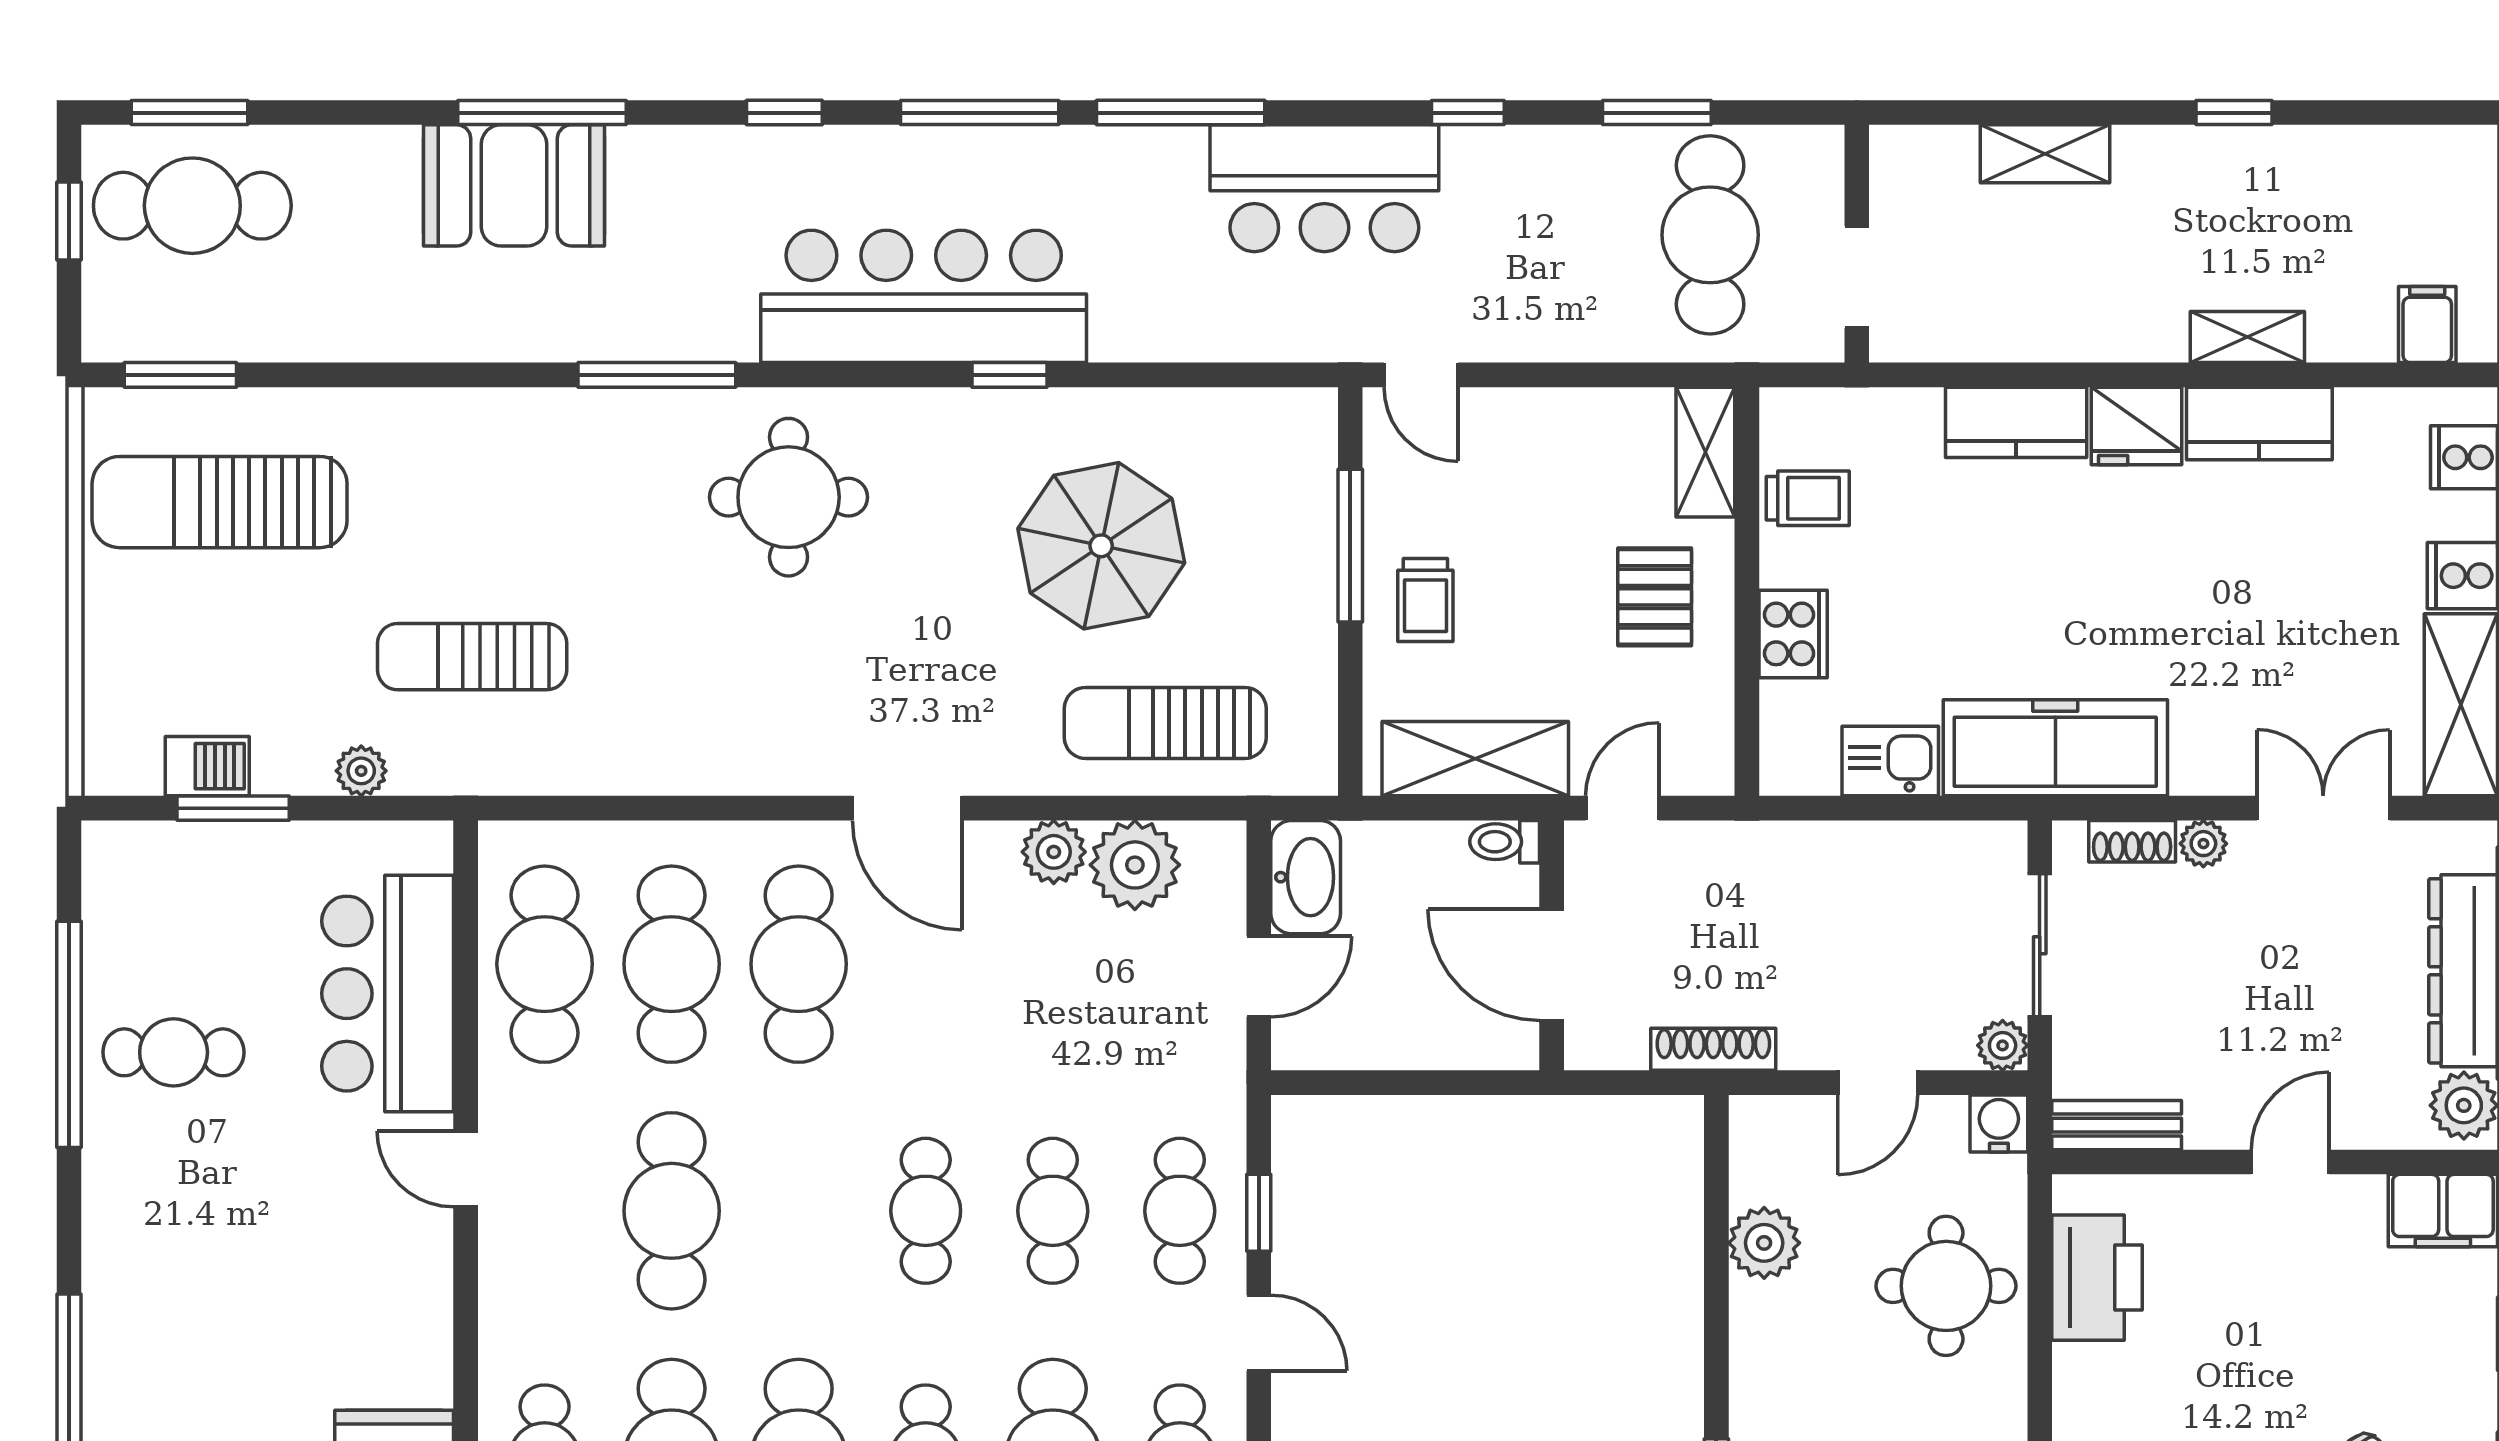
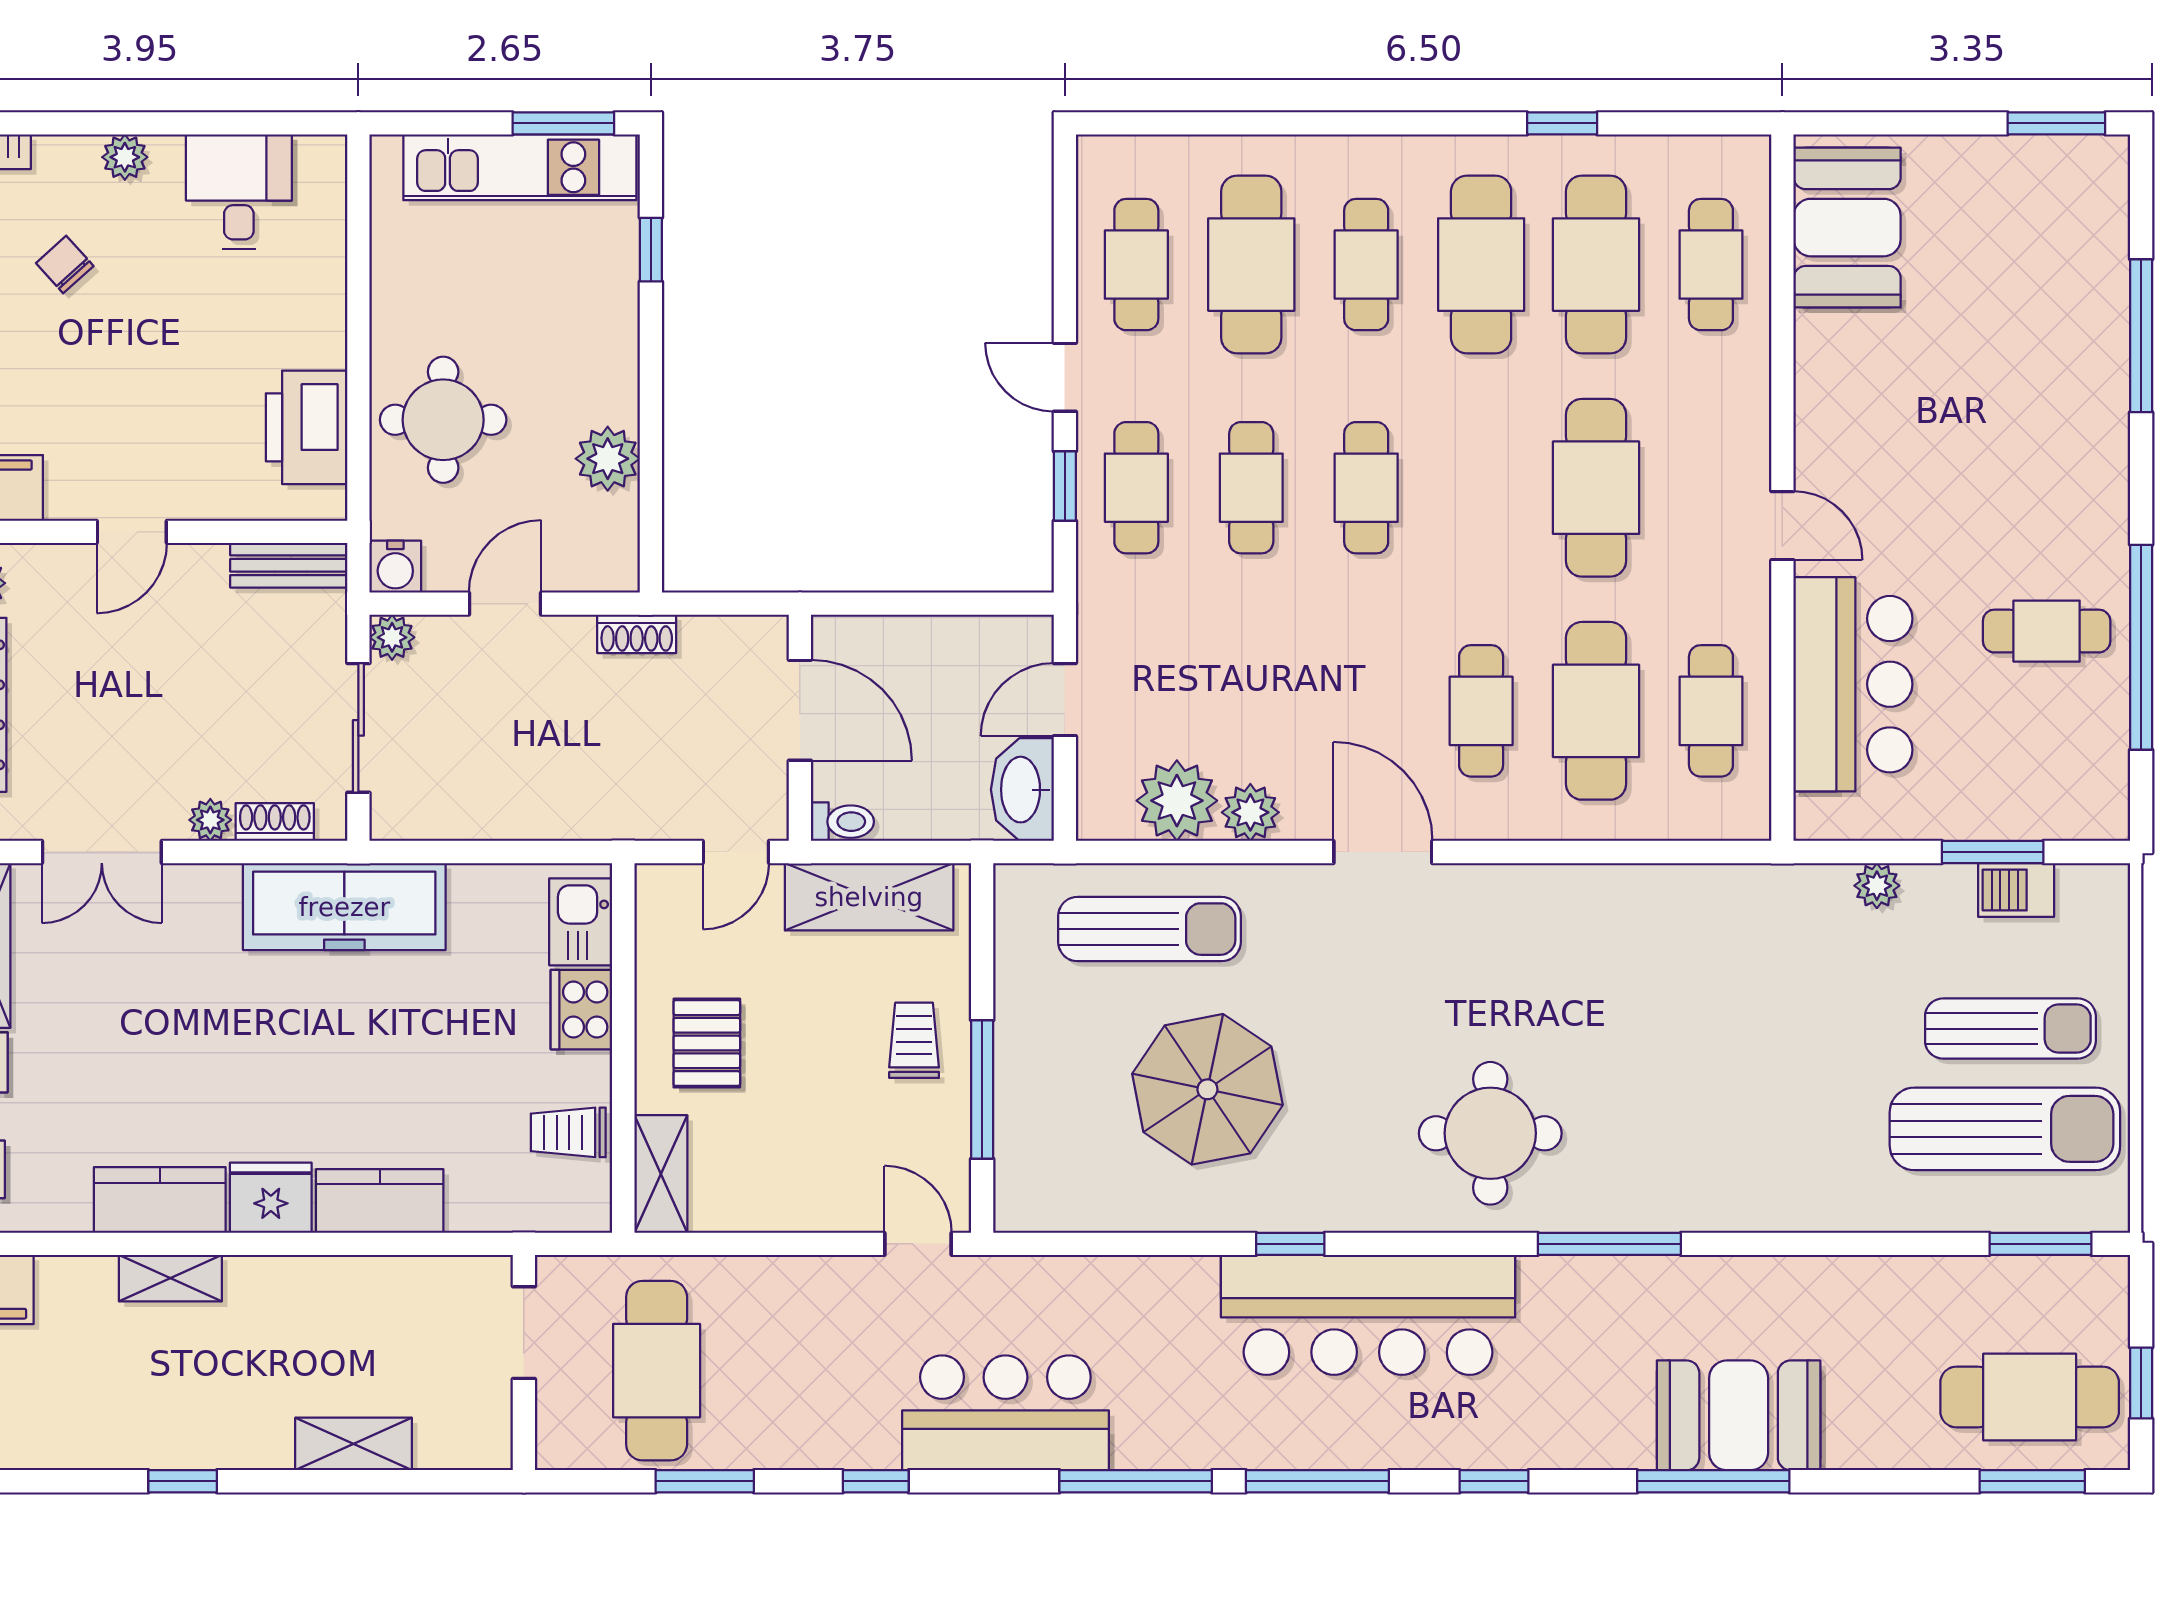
sun lounger: (472, 657) -> (2010, 1029), moved
kitchen sink: (1890, 761) -> (581, 922), moved, turned 90
cafe table: (545, 964) -> (1711, 711), width x0.73, depth x0.74
cafe table: (799, 964) -> (1481, 711), width x0.73, depth x0.74
shoe rack: (1713, 1049) -> (637, 634), width x0.70

